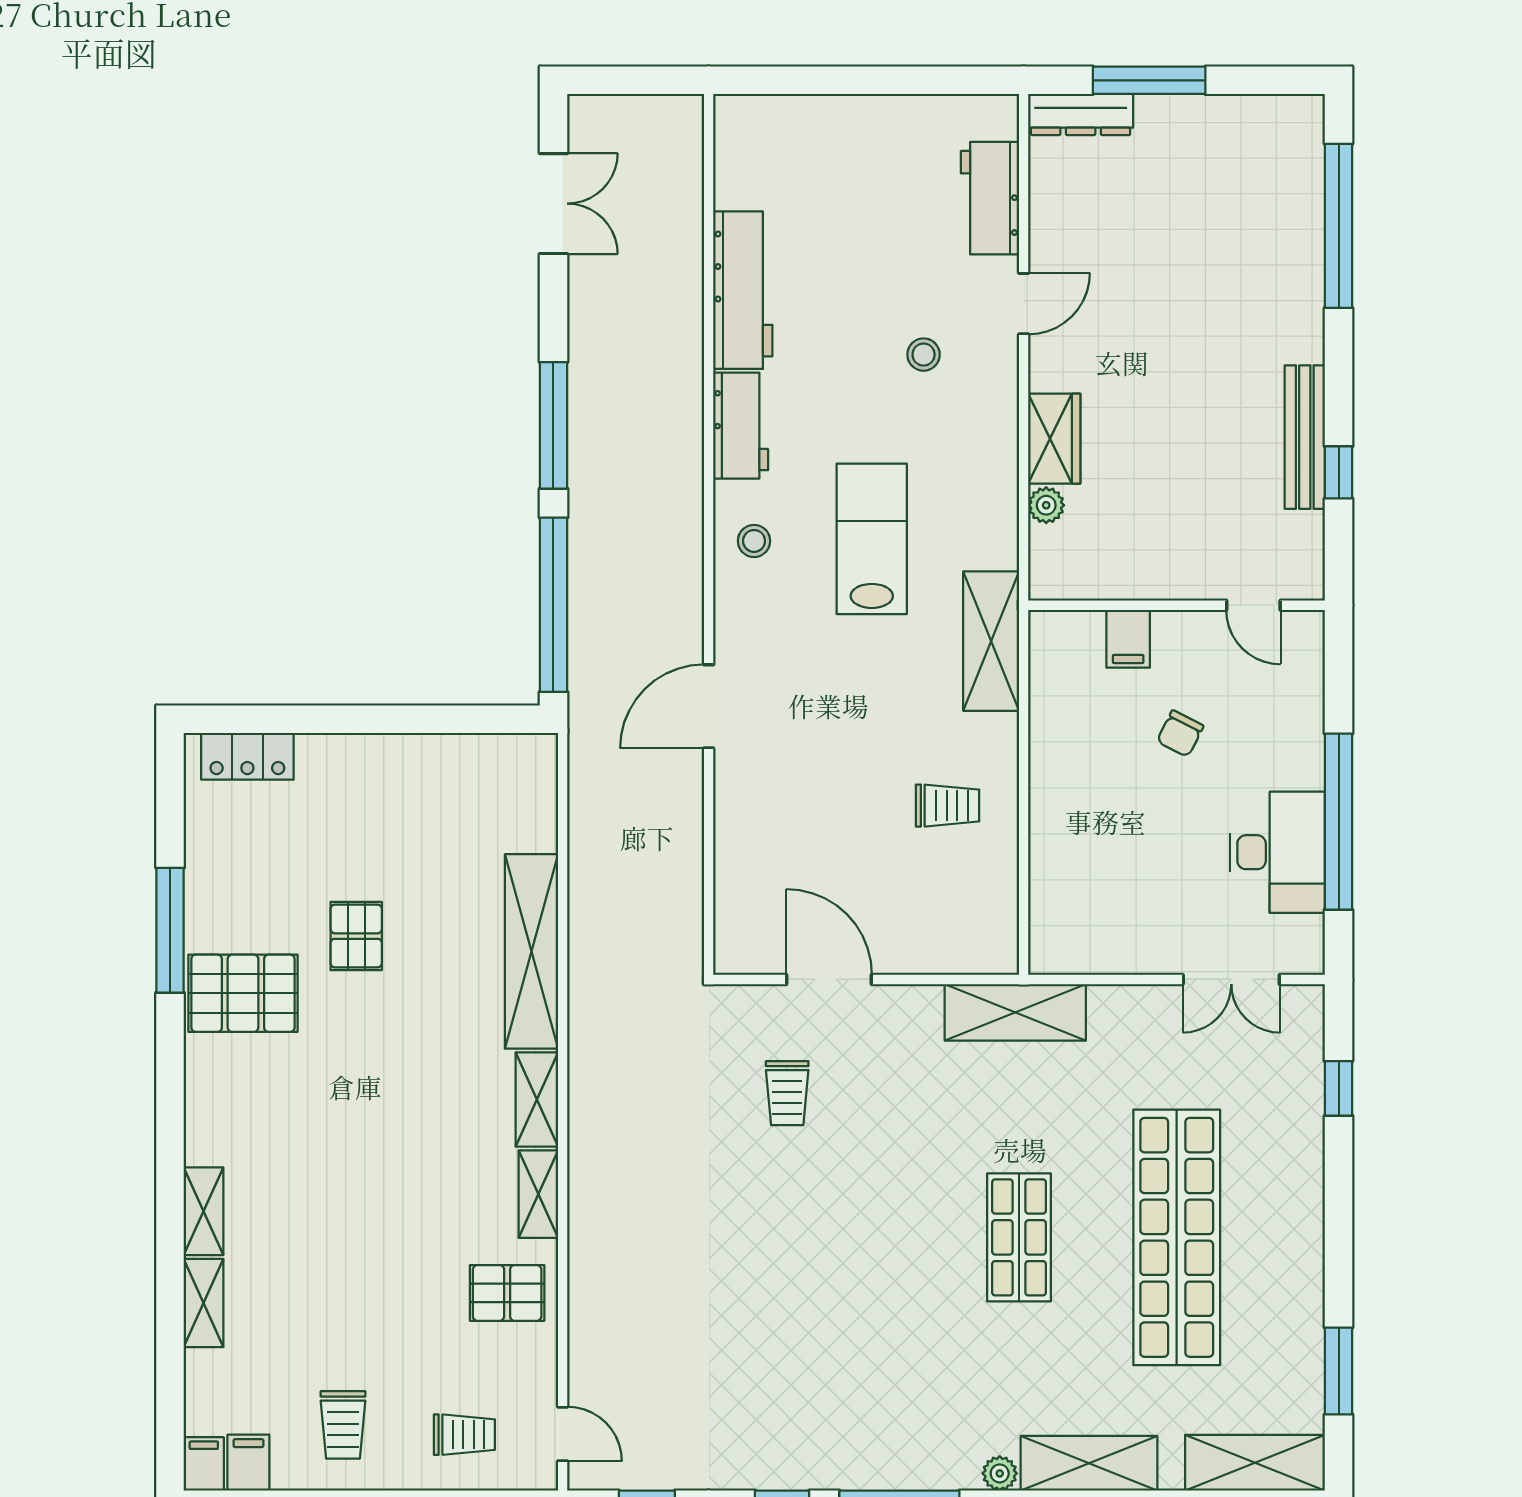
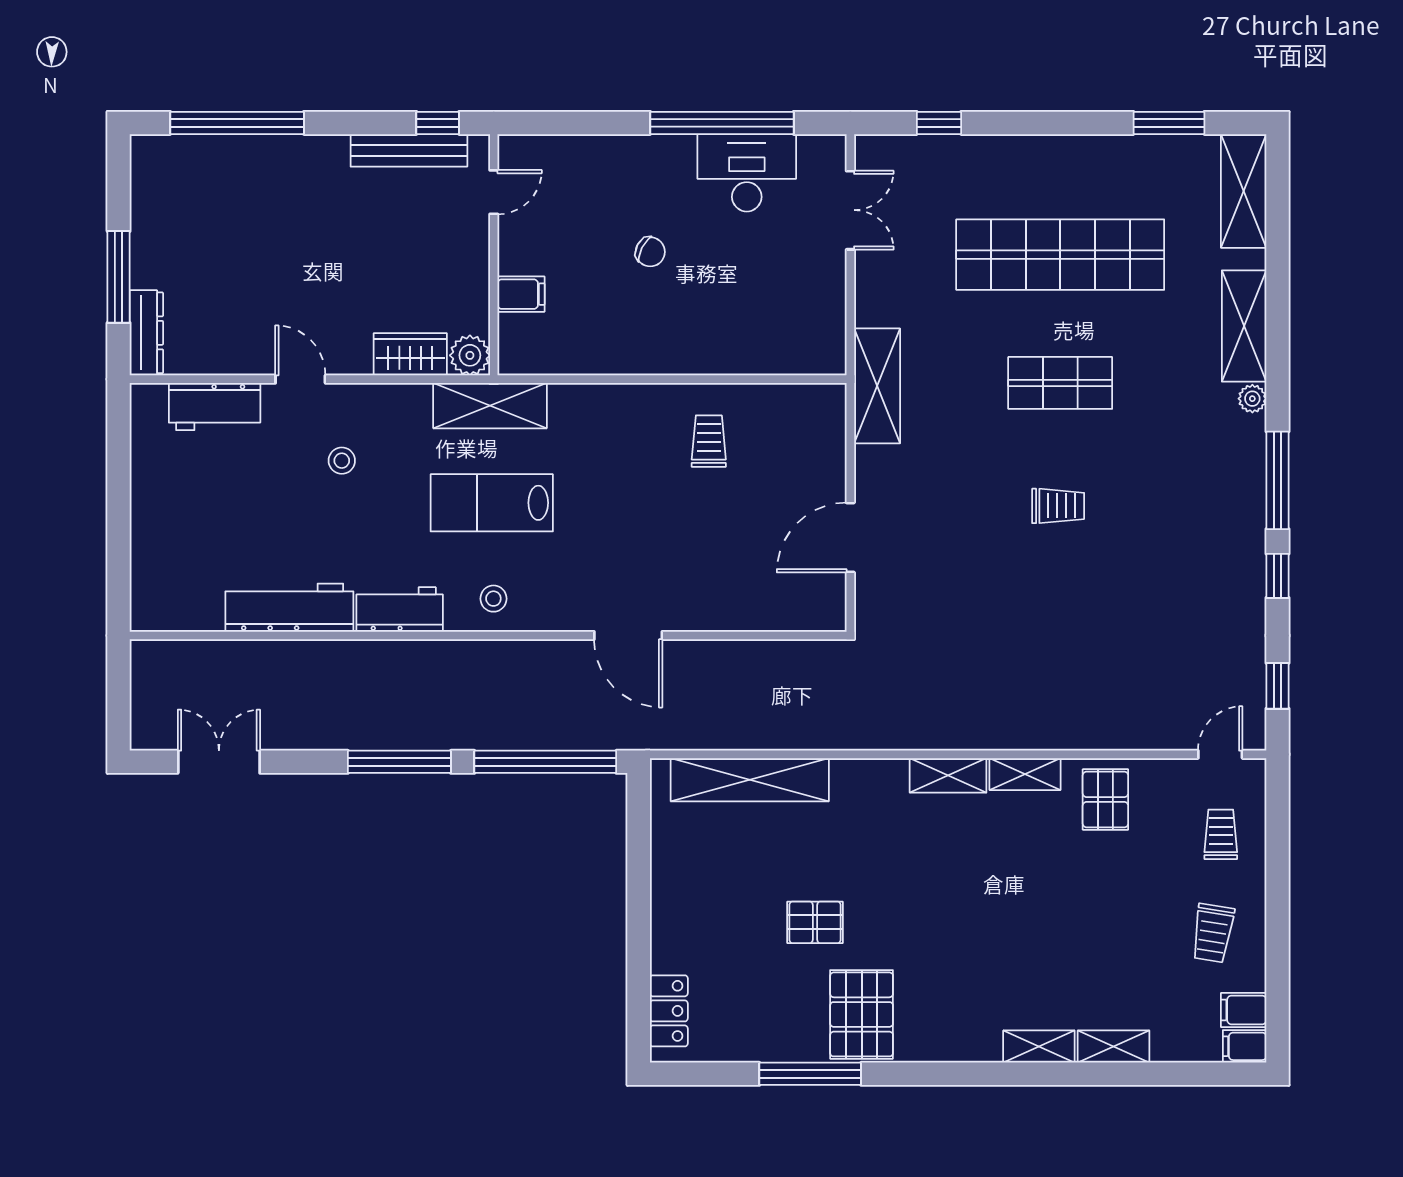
plant: (1046, 505) -> (470, 355), width x1.38, depth x1.38
wall: (1177, 605) -> (494, 255), moved
door: (1253, 605) -> (494, 192), moved
filing cabinet: (1128, 639) -> (521, 294), moved
shelving: (991, 641) -> (490, 406), moved
shelving: (531, 951) -> (750, 780), moved
trolley: (787, 1093) -> (1058, 506), moved
trolley: (343, 1425) -> (1213, 933), turned 99

